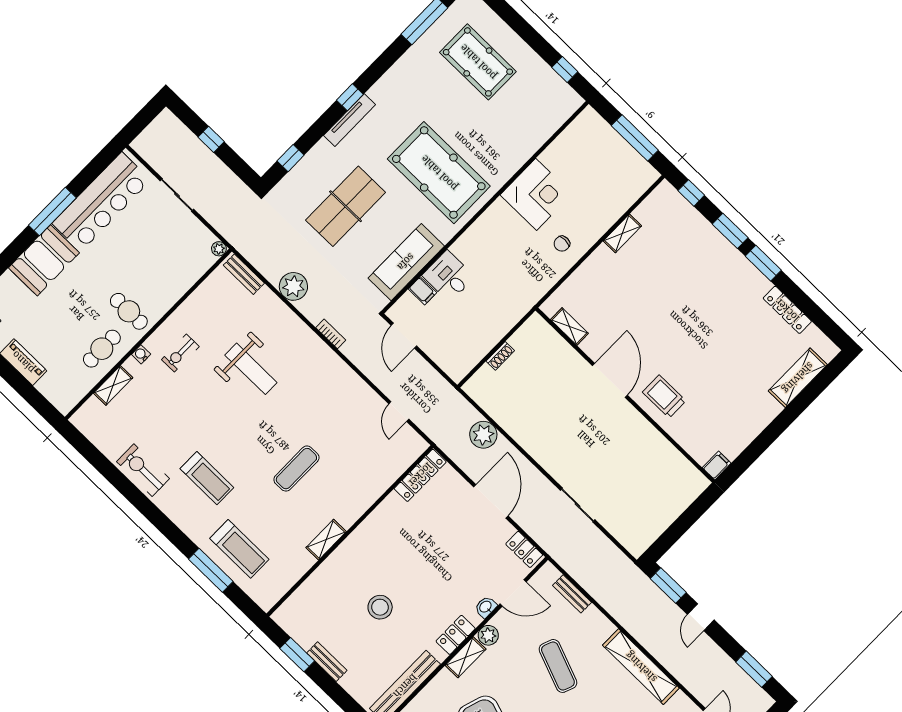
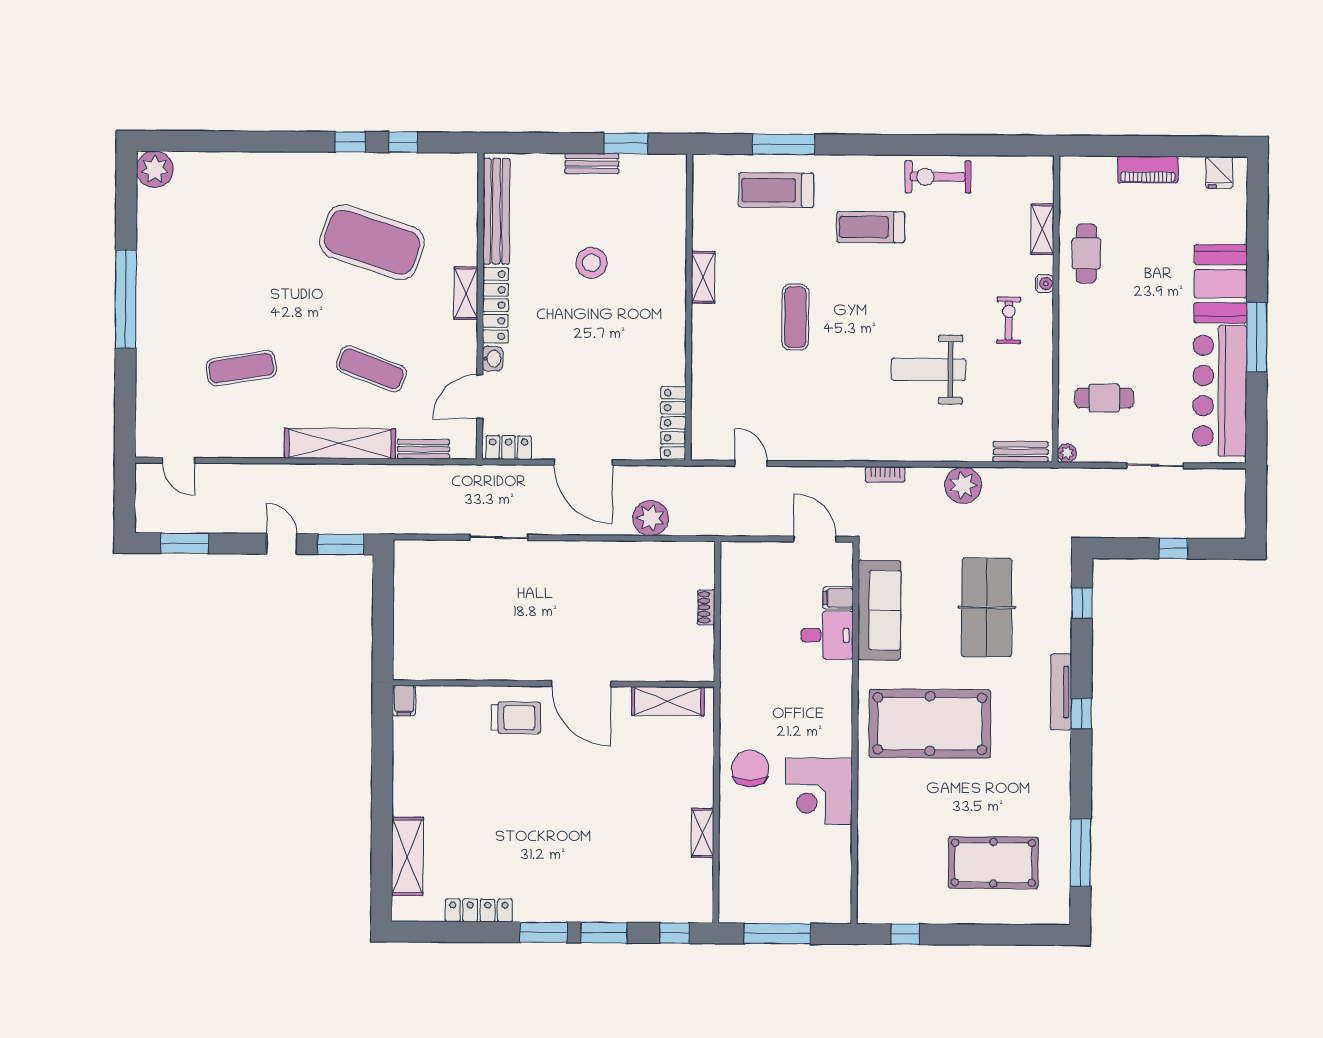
chair: (562, 244) -> (750, 768), width x1.87, depth x1.87
cafe table: (129, 311) -> (1104, 398), moved
shelving: (569, 327) -> (668, 701), width x1.50, depth x1.33
exercise bike: (143, 470) -> (938, 177), turned 180
locker: (456, 635) -> (496, 305), width x1.53
plant: (488, 635) -> (464, 334), removed
shelving: (641, 667) -> (340, 444), moved

